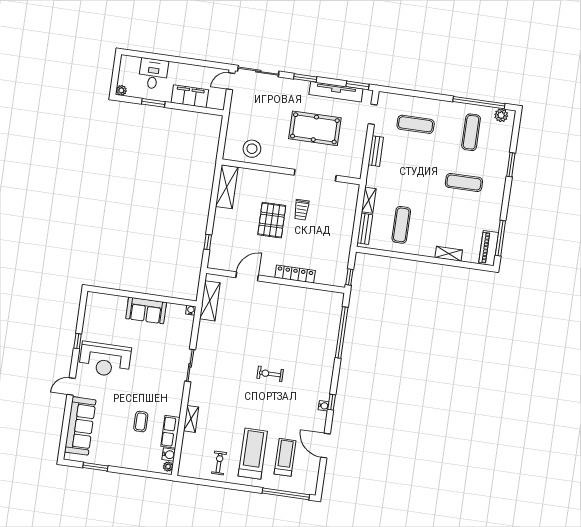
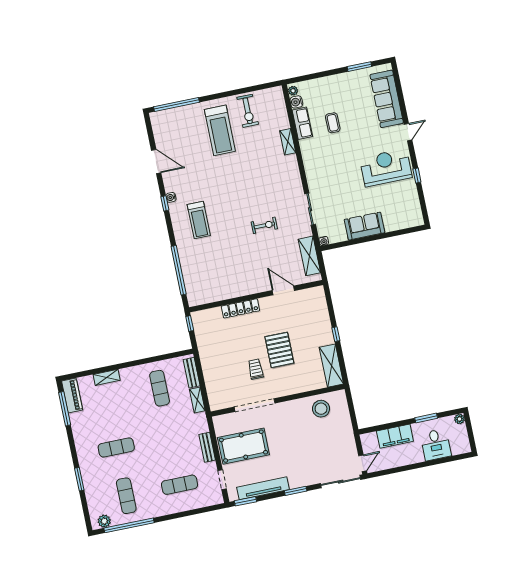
pool table: (315, 128) -> (243, 446), moved
window: (208, 242) -> (336, 334), moved
door: (247, 276) -> (283, 290), swing flipped
sliding door: (190, 365) -> (310, 209), moved
exercise bike: (270, 374) -> (264, 225), moved
treadmill: (285, 457) -> (199, 220), moved
exercise bike: (219, 463) -> (248, 111), width x1.38, depth x1.39

